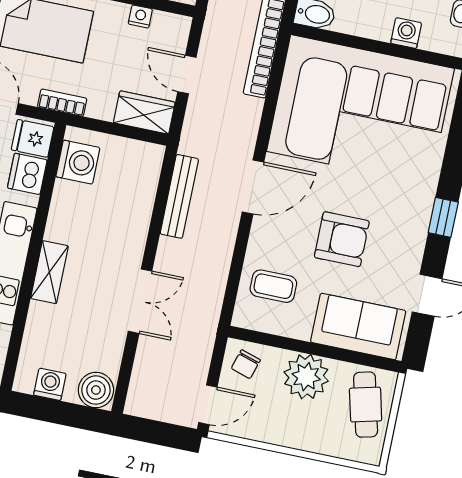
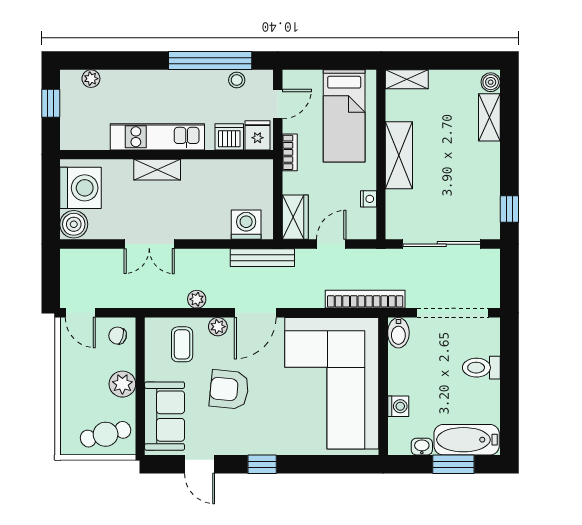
washing machine: (78, 162) -> (246, 225), moved, turned 180
door: (253, 187) -> (255, 313), hinge flipped
bench: (179, 196) -> (262, 258), moved
plant: (261, 237) -> (218, 327), added
armchair: (342, 239) -> (229, 390), turned 96
plant: (221, 256) -> (197, 299), added
plant: (306, 377) -> (122, 384), width x0.73, depth x0.73
washing machine: (50, 384) -> (81, 188), width x1.89, depth x1.89

